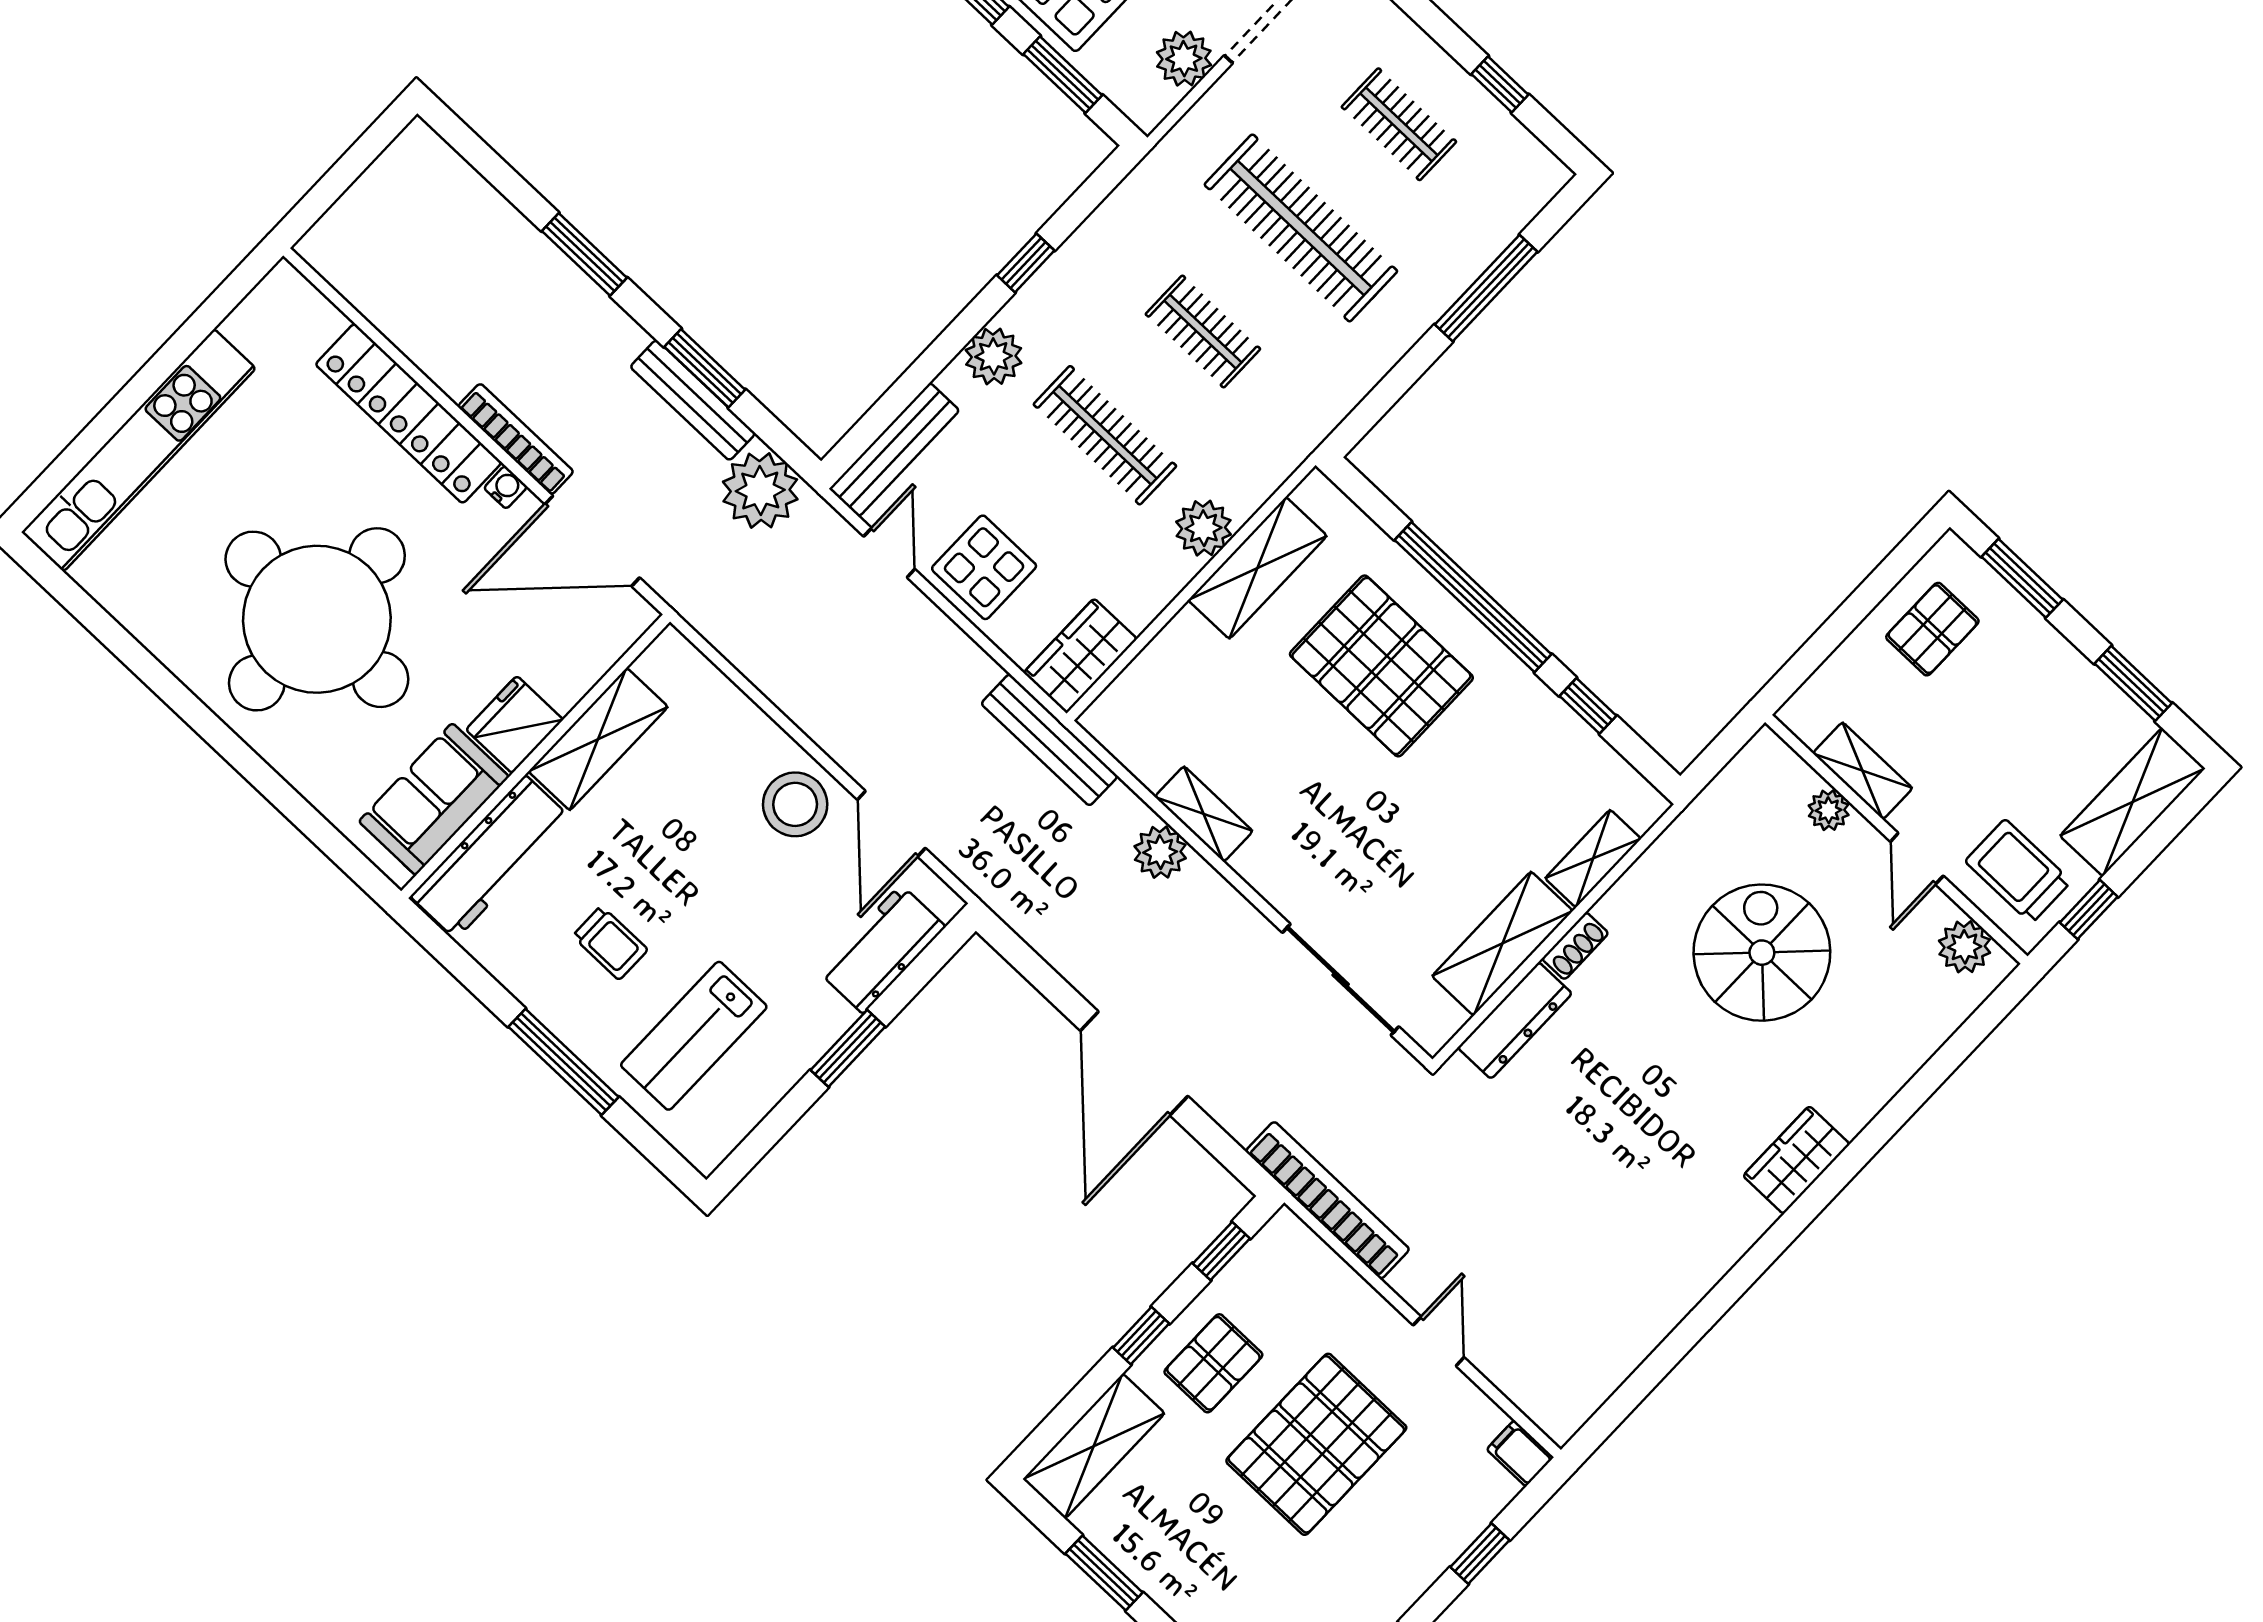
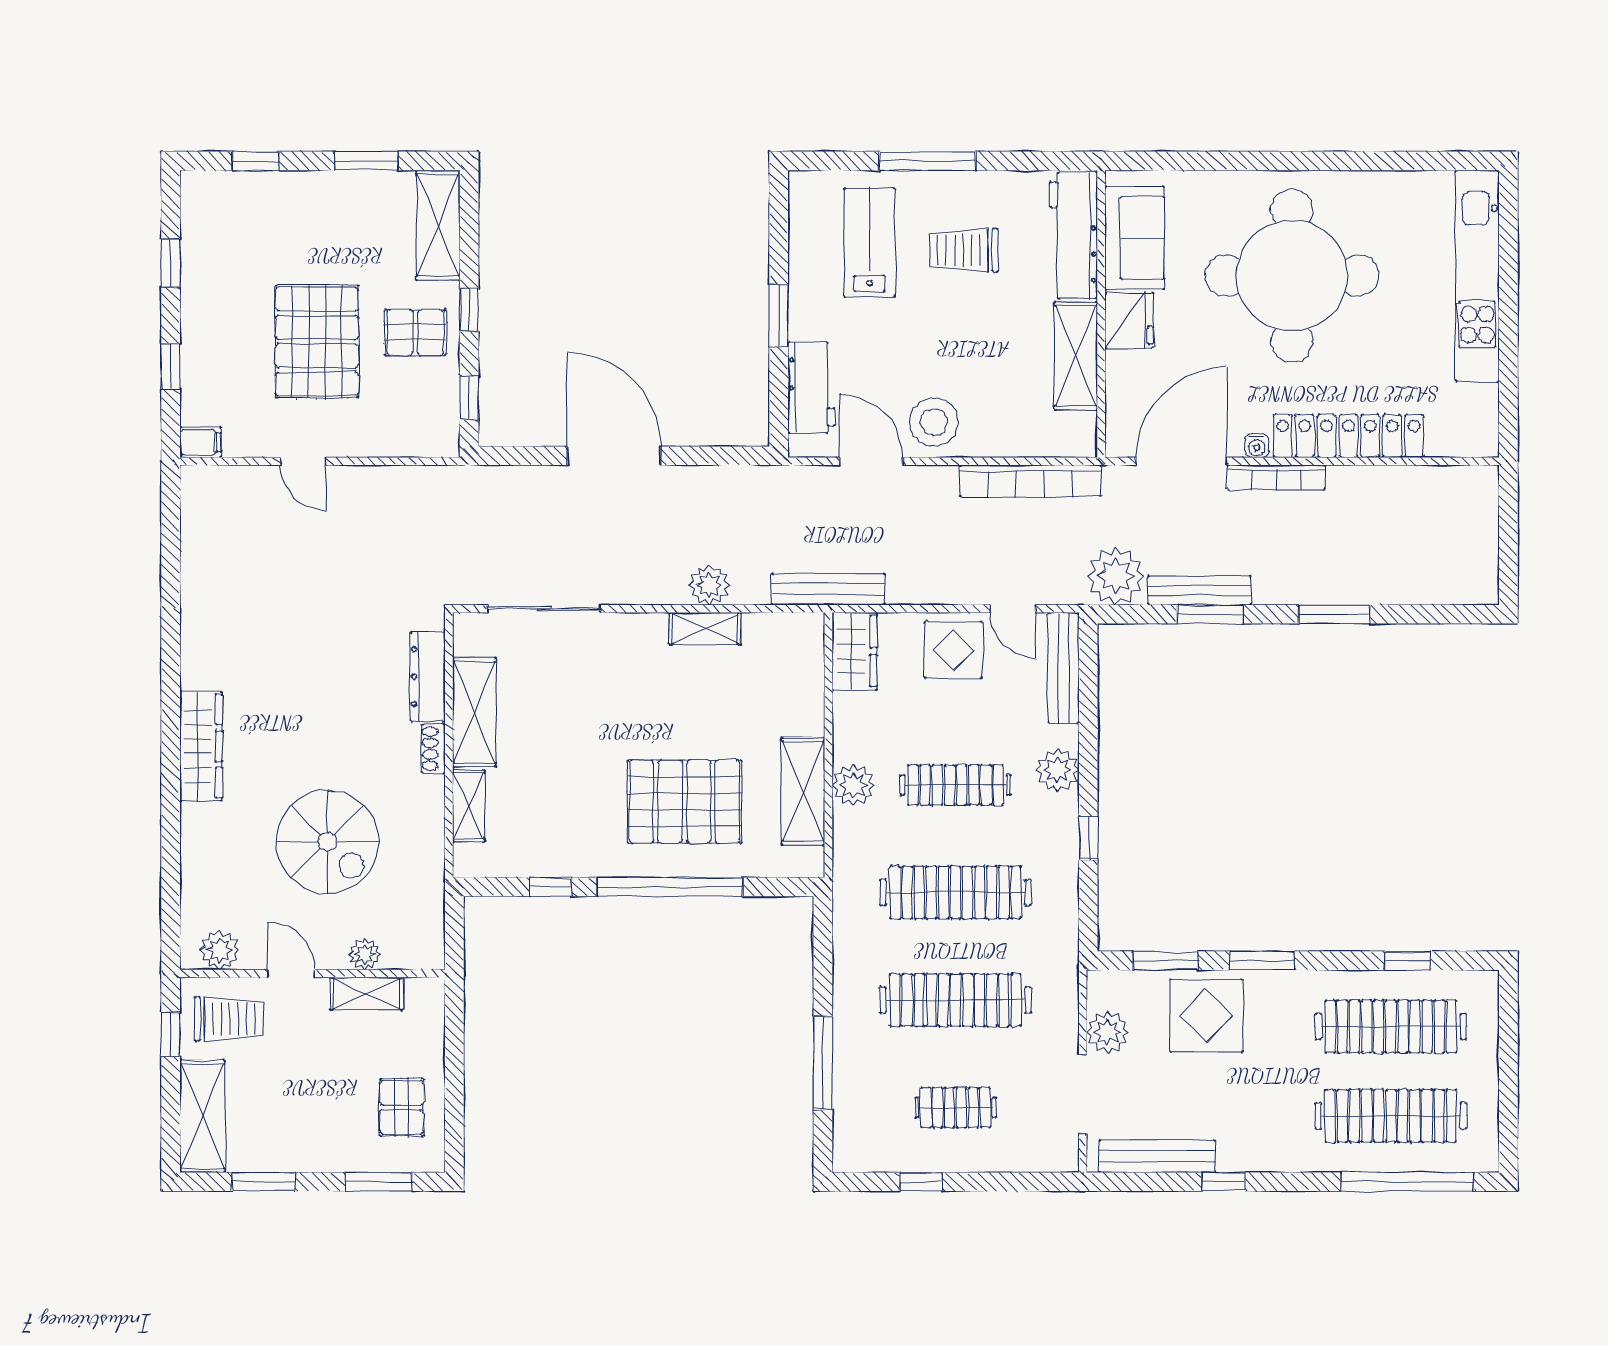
clothes rail: (1203, 332) -> (956, 892), width x1.86, depth x1.31
trolley: (610, 943) -> (964, 250), width x1.36, depth x1.39
wardrobe: (1796, 1160) -> (201, 746), width x1.50
bookcase: (1328, 1200) -> (1030, 481), moved
pallet: (1213, 1363) -> (415, 333), turned 90

